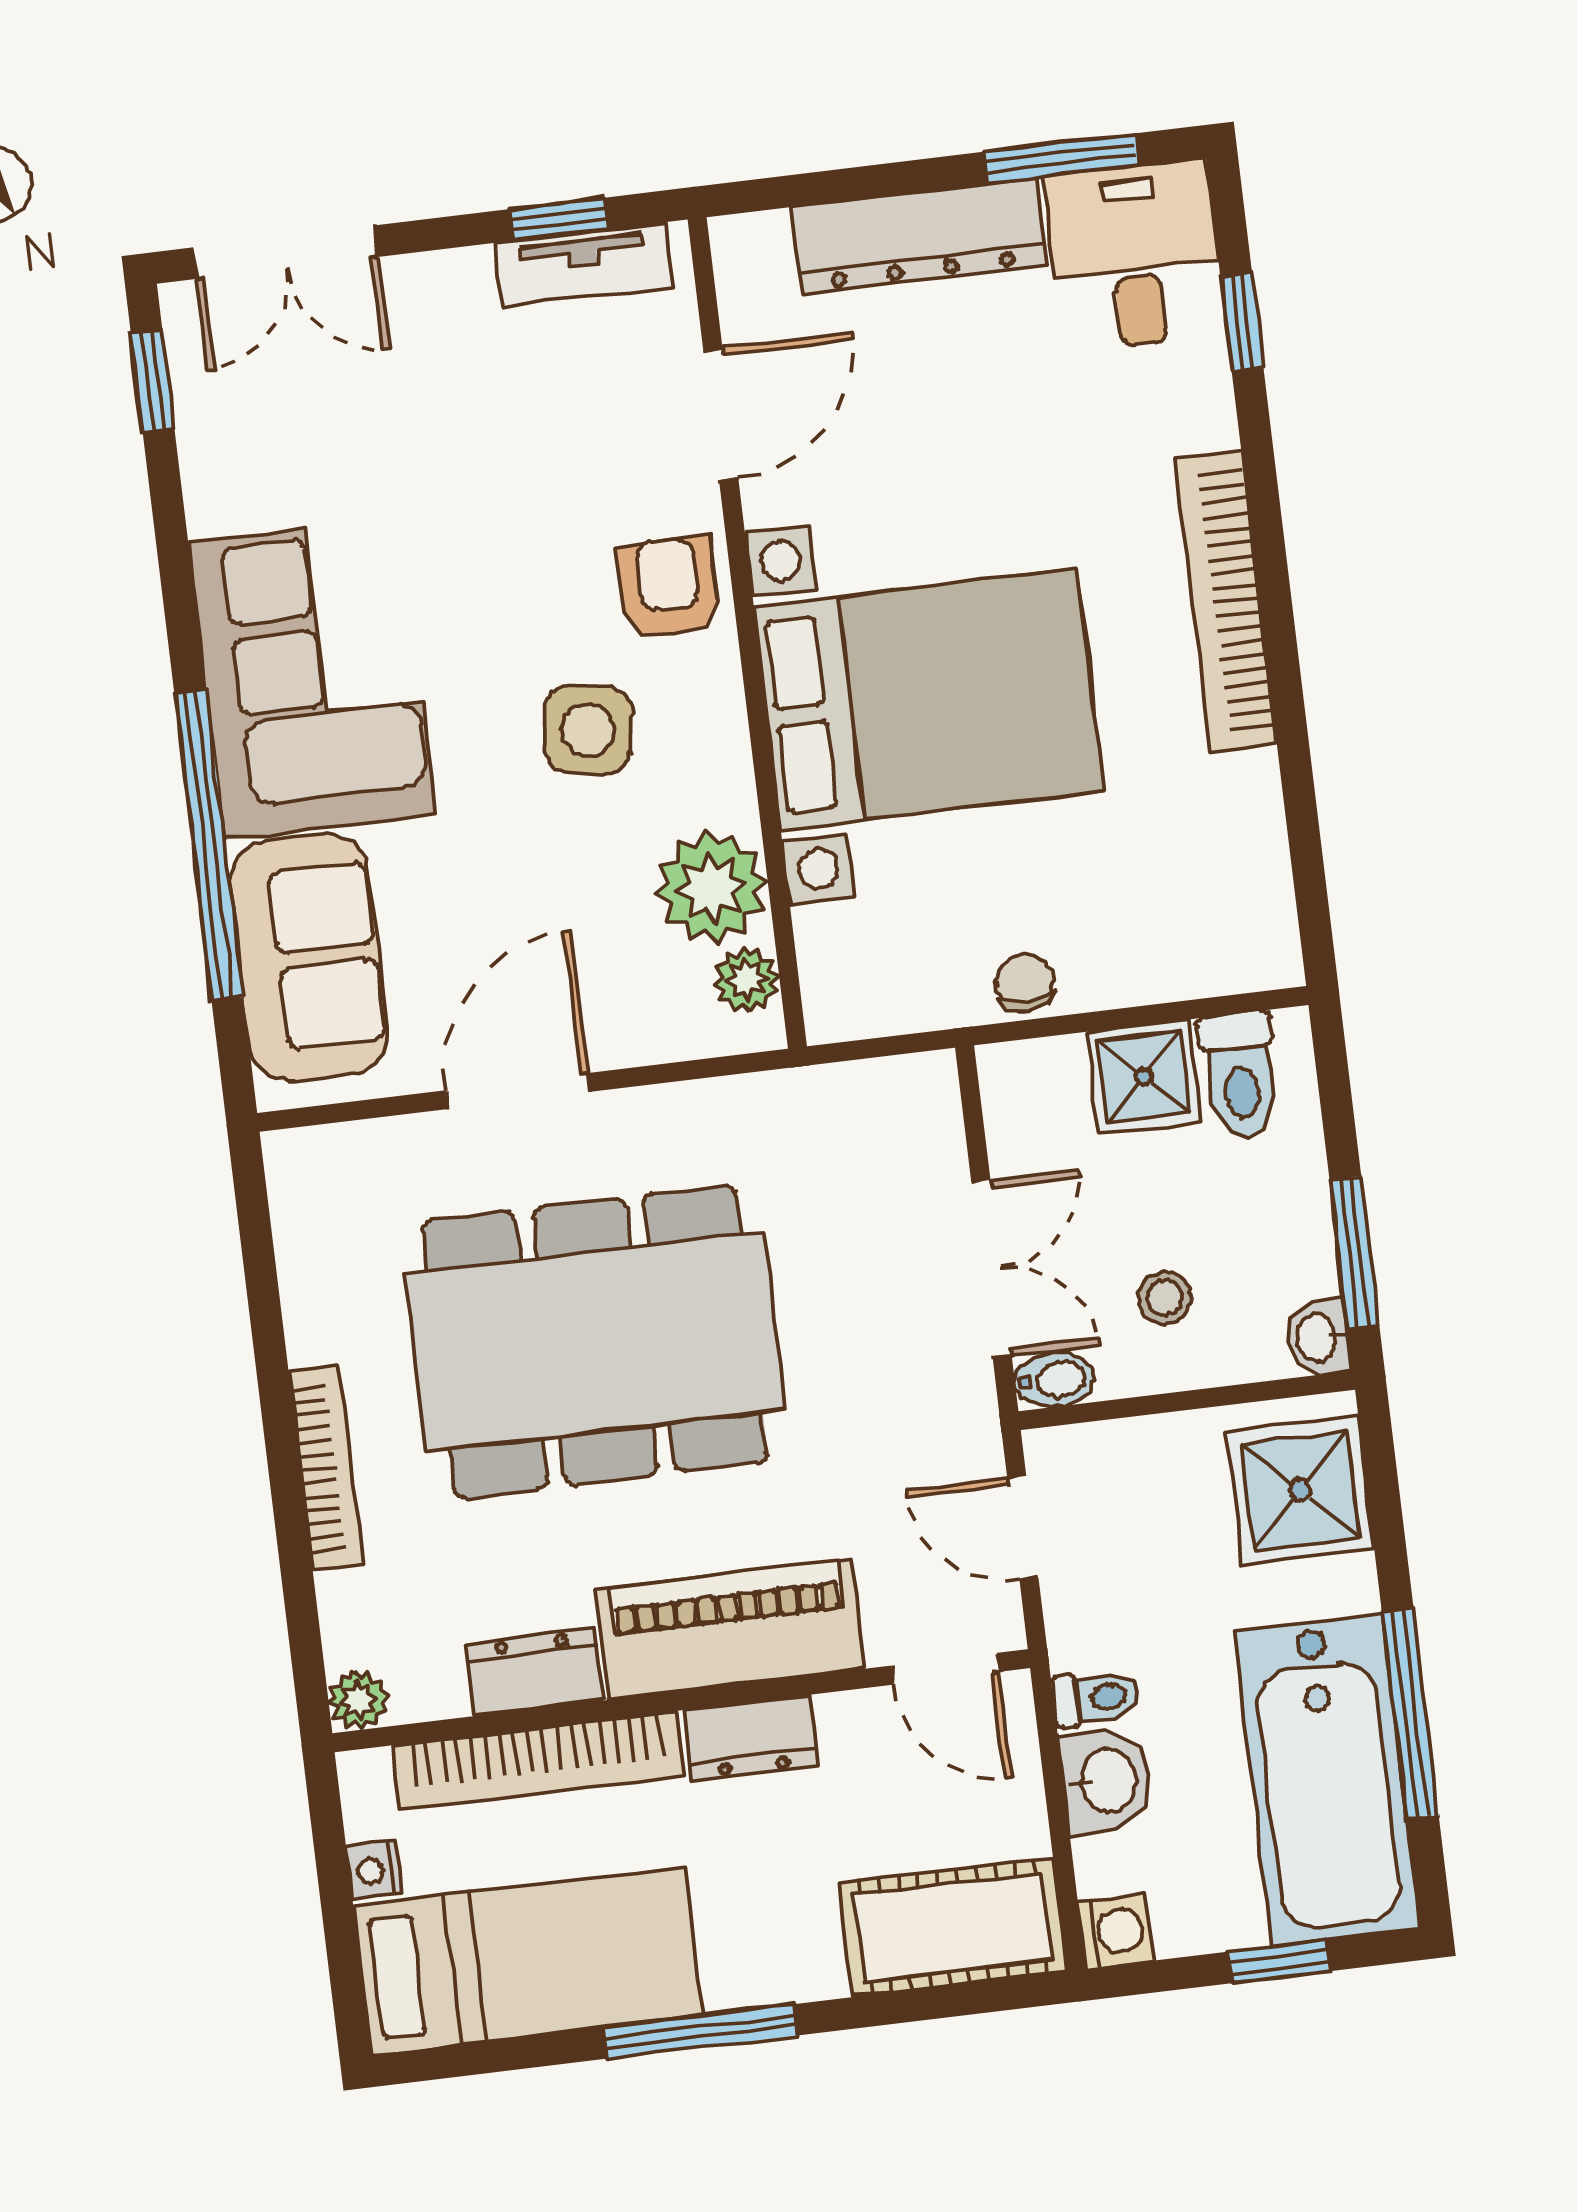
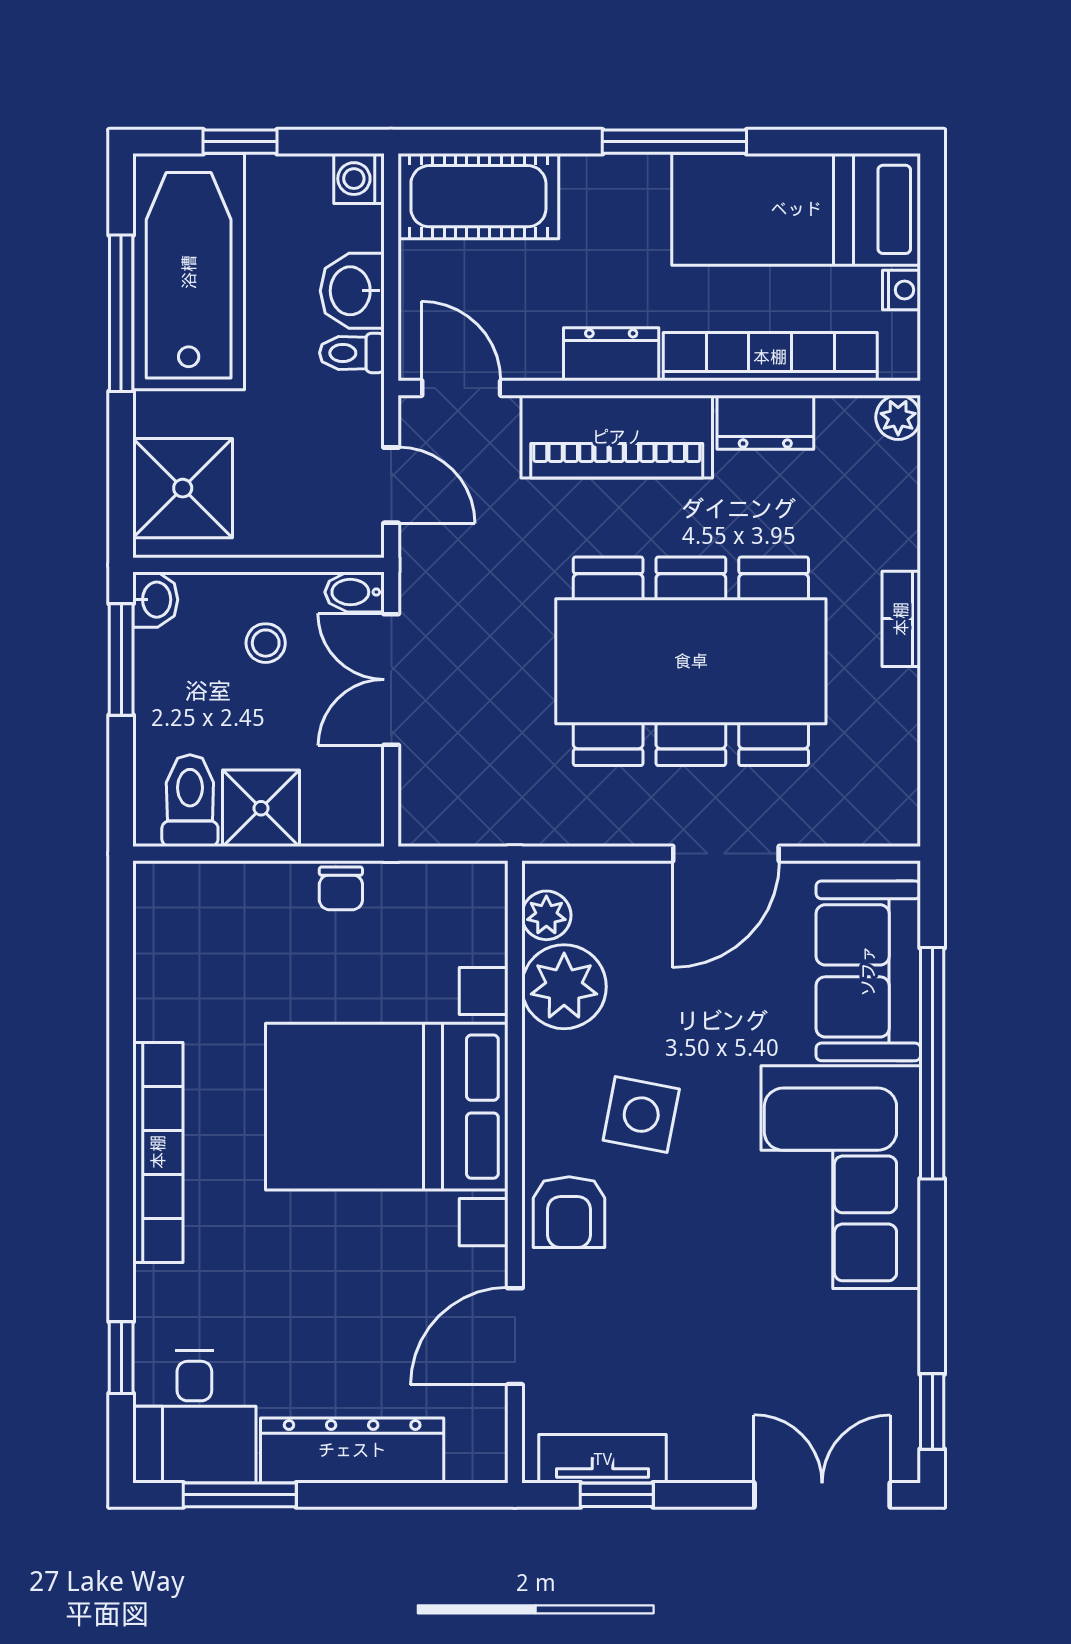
bookcase: (326, 1468) -> (901, 619), width x0.64

